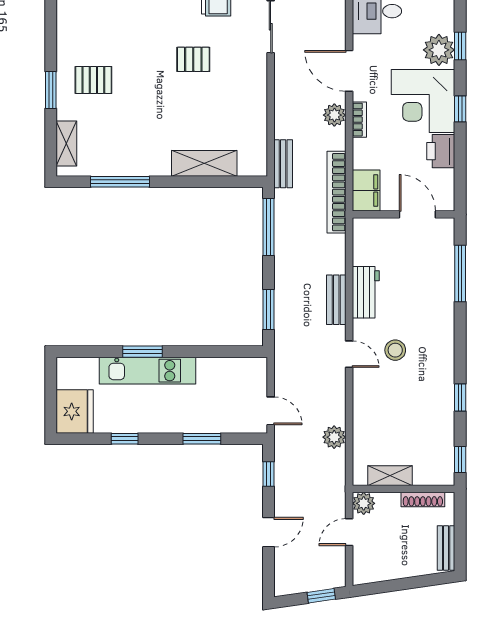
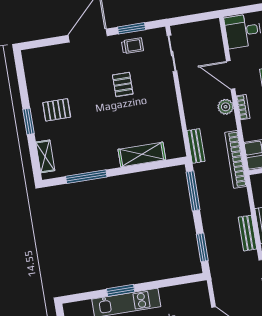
pallet: (193, 59) -> (123, 84), turned 90

